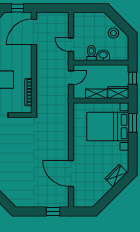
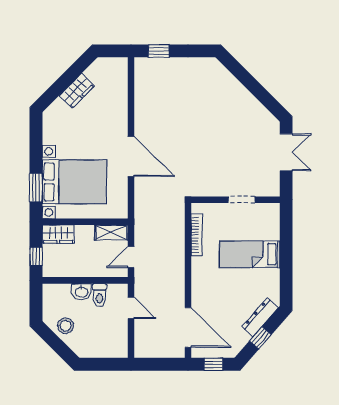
door: (34, 32) -> (188, 327), hinge flipped
shelving: (96, 94) -> (111, 232), moved
door: (71, 174) -> (131, 156), moved
wardrobe: (116, 176) -> (77, 91), moved

